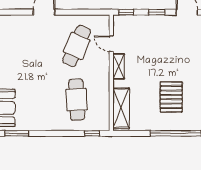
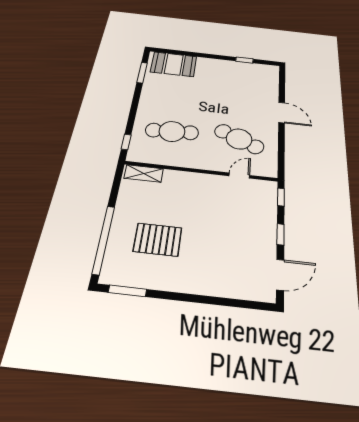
shelving: (119, 66) -> (209, 180), removed
shelving: (121, 108) -> (144, 173), width x0.67, depth x0.75

